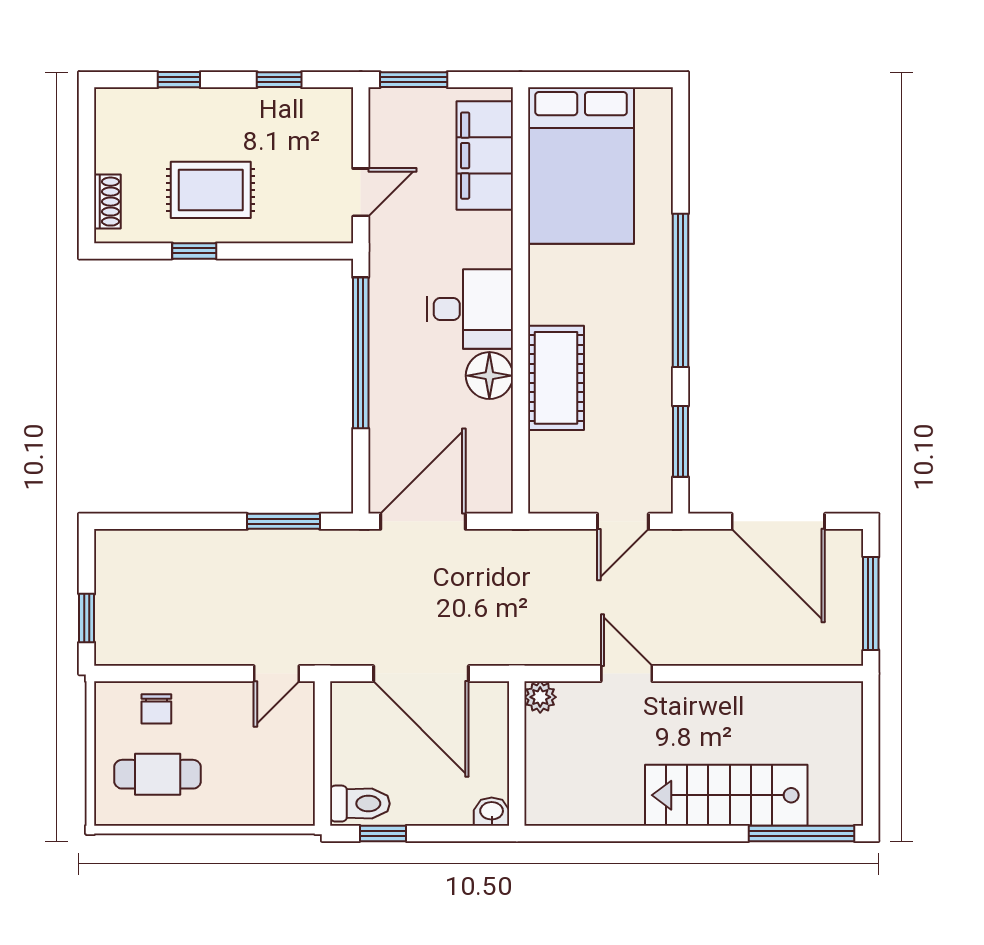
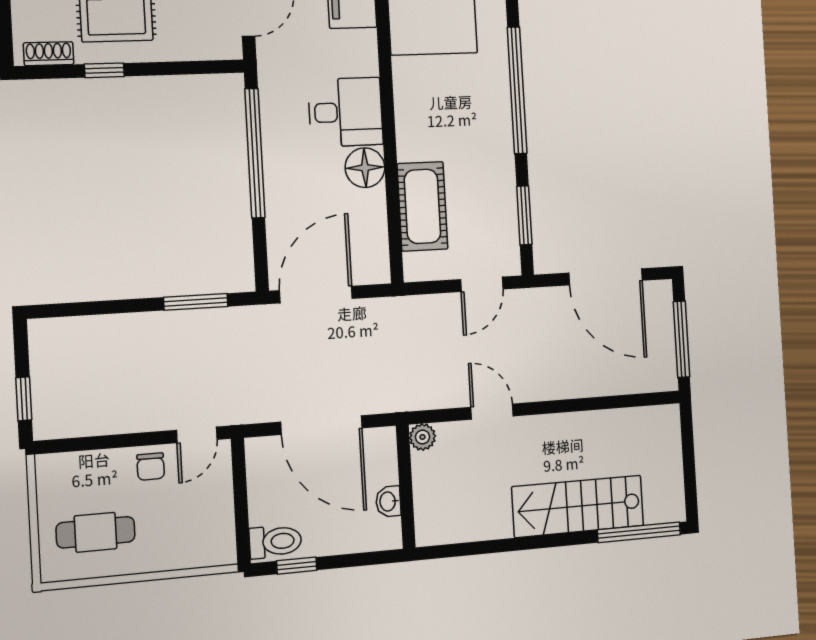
shoe rack: (107, 202) -> (49, 54), moved, turned -90
cot: (556, 378) -> (422, 206), moved
chair: (156, 709) -> (151, 467), moved
washbasin: (492, 812) -> (388, 501), moved, turned -90

